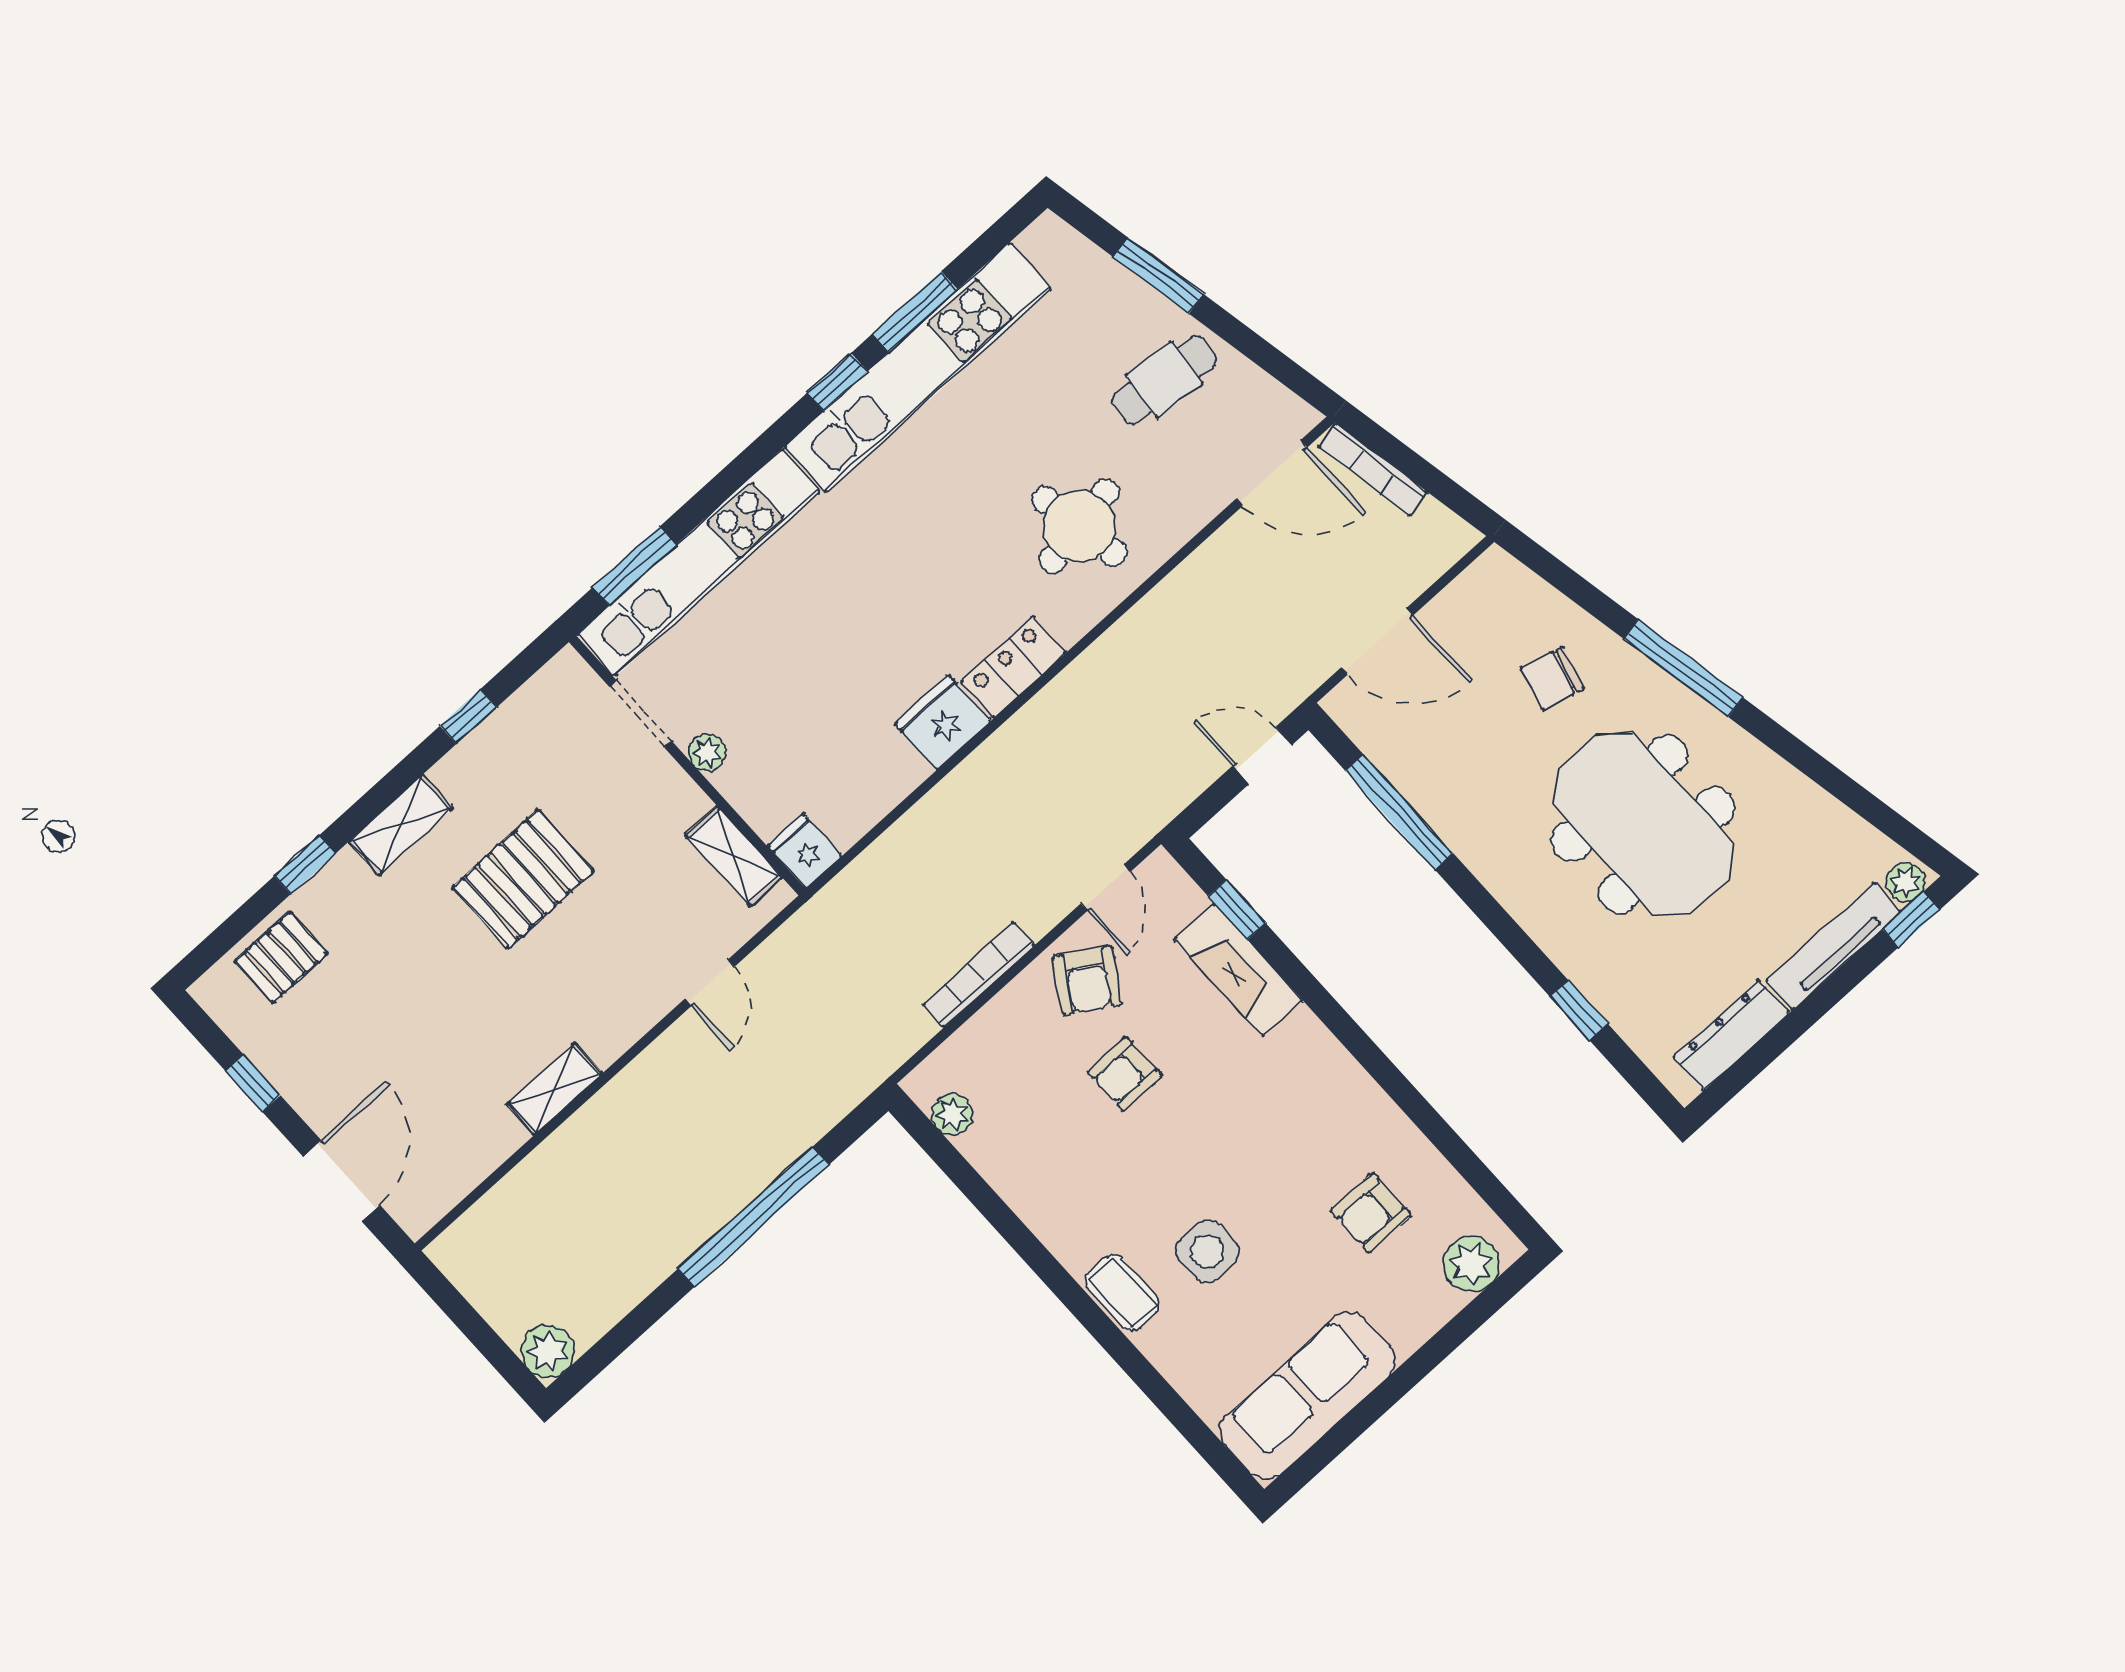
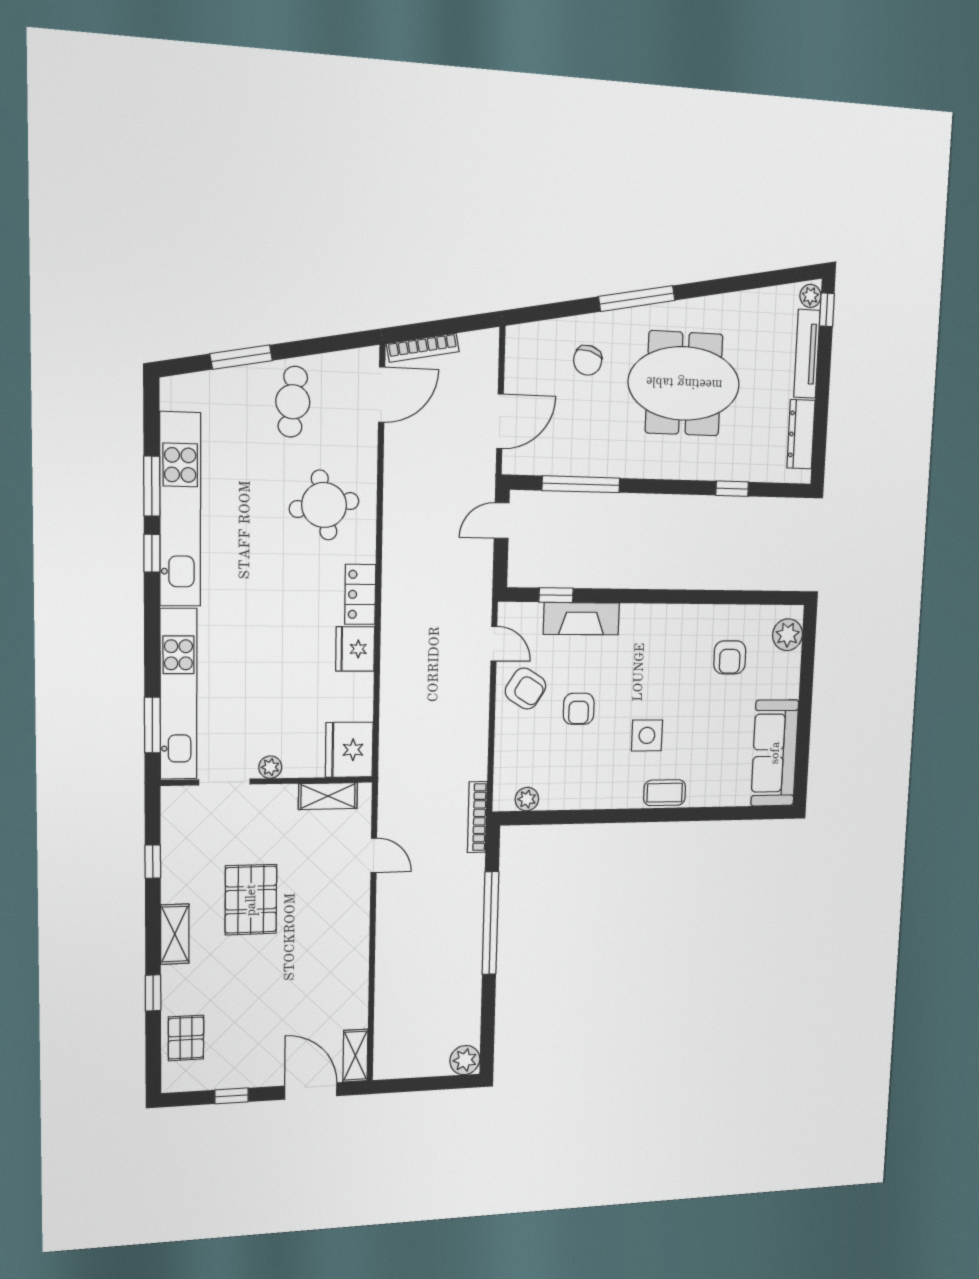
fridge: (804, 851) -> (349, 750), width x1.88, depth x1.34
bookcase: (979, 975) -> (477, 817), moved
shelving: (555, 1089) -> (355, 1056), moved
side table: (1207, 1251) -> (647, 735), moved

